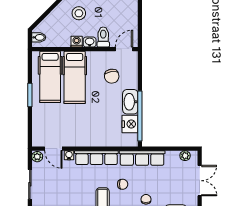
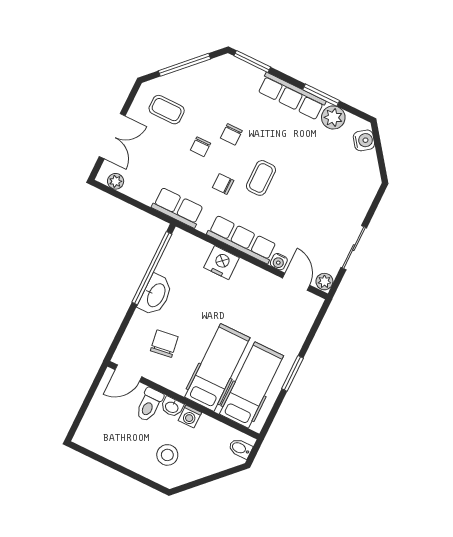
nightstand: (130, 124) -> (222, 263), moved, turned 90
row of seats: (142, 158) -> (178, 208), width x0.68
double door: (200, 181) -> (112, 136), swing flipped

